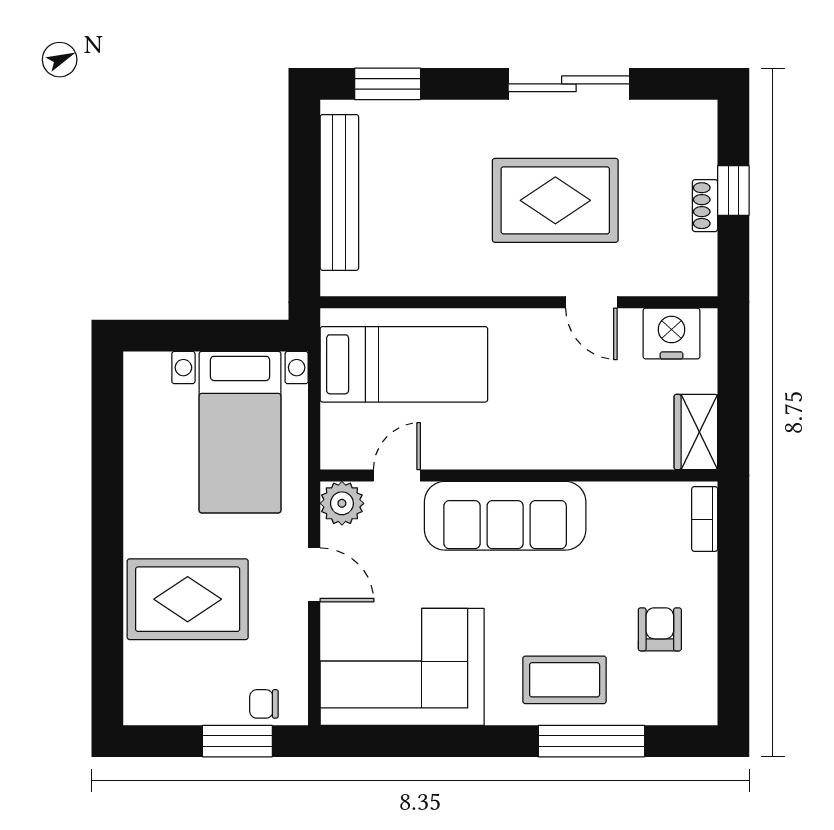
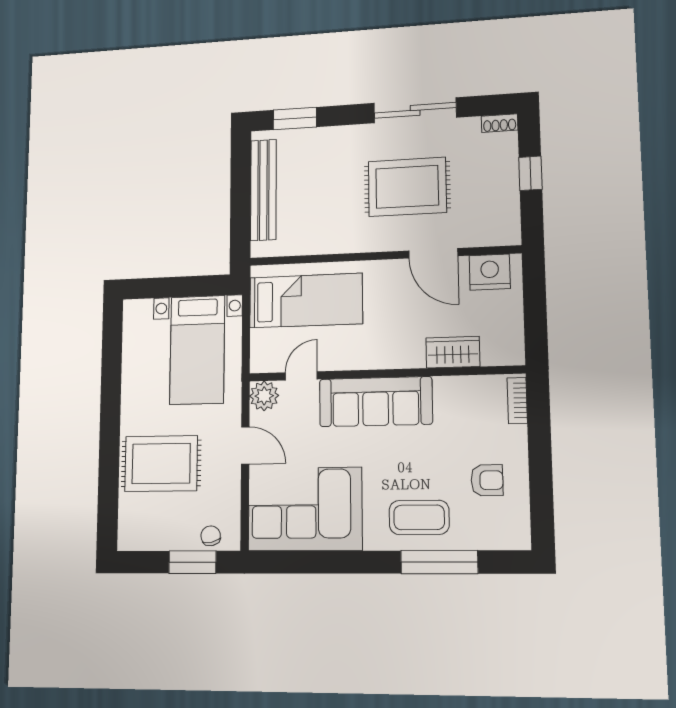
shoe rack: (705, 206) -> (500, 123), moved, turned -90
door: (591, 302) -> (433, 253), width x1.38
wardrobe: (696, 432) -> (453, 352), moved, turned 90
armchair: (660, 629) -> (487, 480), turned 90
chair: (264, 704) -> (211, 536), turned 78

